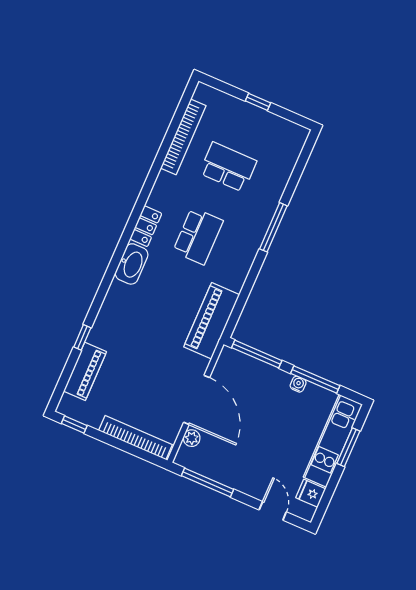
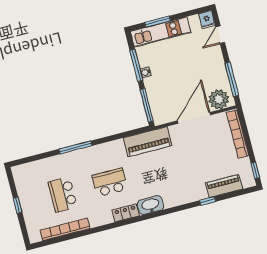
plant: (192, 438) -> (219, 99), width x1.87, depth x1.87
fridge: (311, 493) -> (207, 20), moved

